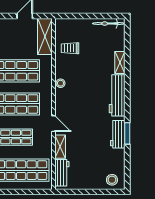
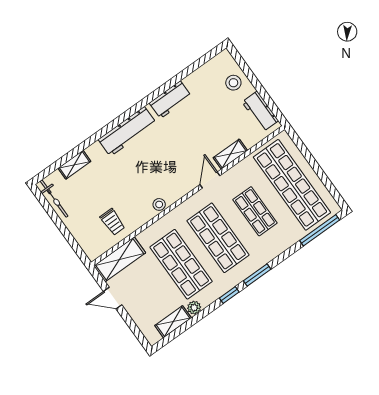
shelving: (120, 62) -> (74, 165), moved
window: (127, 133) -> (162, 90), removed
workbench: (62, 173) -> (260, 111), moved, turned -90
stool: (112, 180) -> (233, 83), moved

